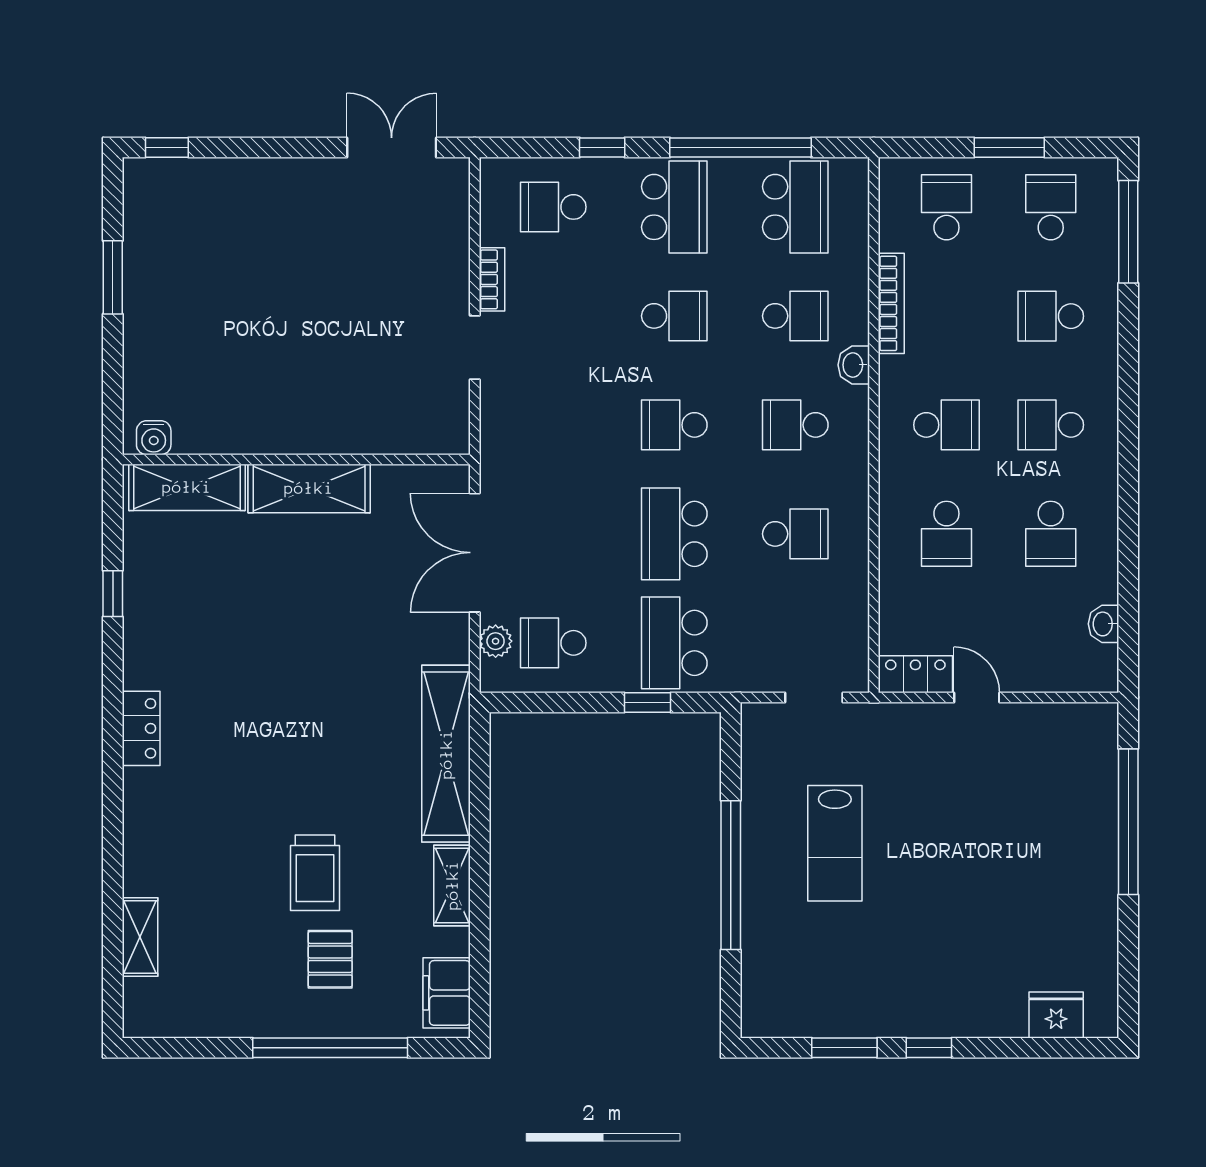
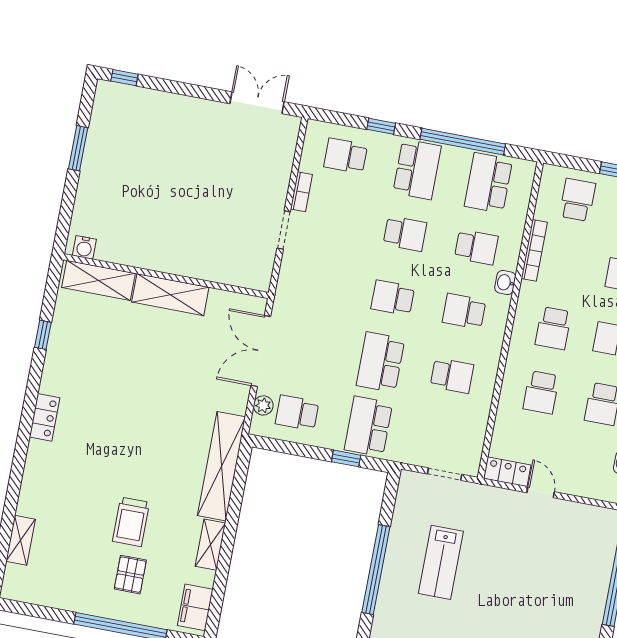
school desk: (795, 207) -> (488, 183), turned 180
school desk: (946, 425) -> (553, 328), turned 90

